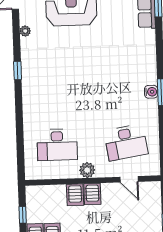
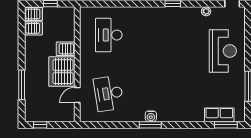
plant: (87, 170) -> (86, 60), removed
server rack: (92, 194) -> (62, 72), width x2.18, depth x1.44

